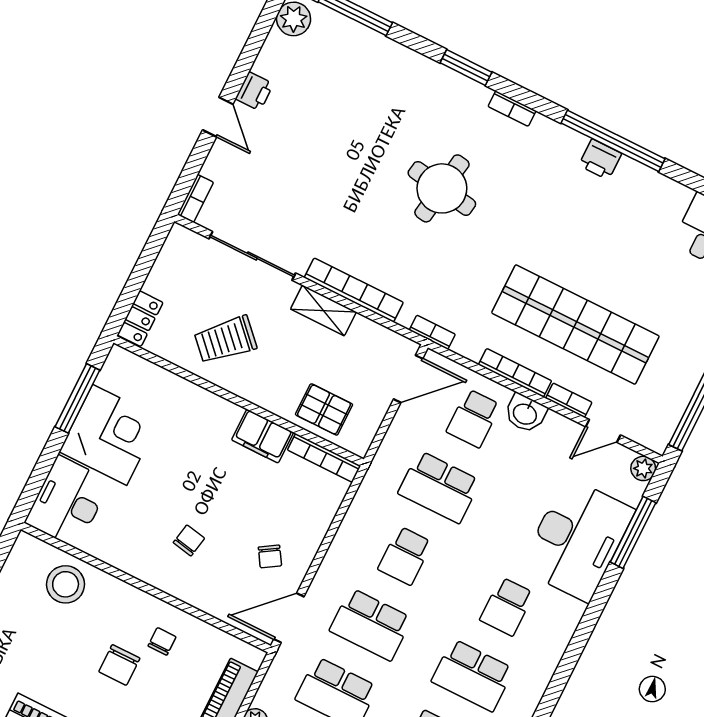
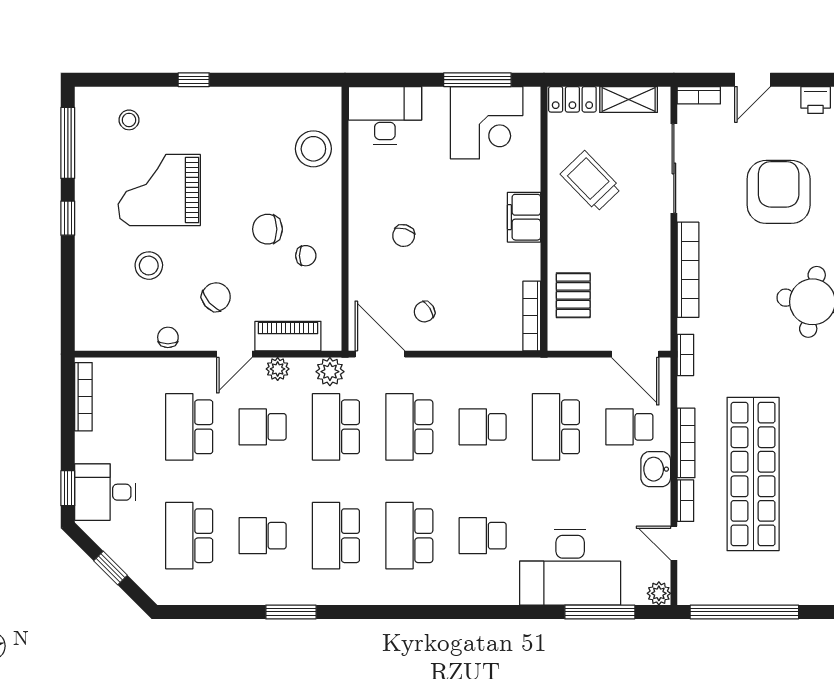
door: (218, 117) -> (753, 80), moved
armchair: (323, 169) -> (779, 192), added
shelving: (323, 310) -> (629, 100), moved, turned 90
corner desk: (110, 435) -> (487, 123), moved
filing cabinet: (262, 436) -> (524, 217), moved
chair: (189, 540) -> (404, 236), turned 95
plant: (282, 673) -> (330, 372), added

